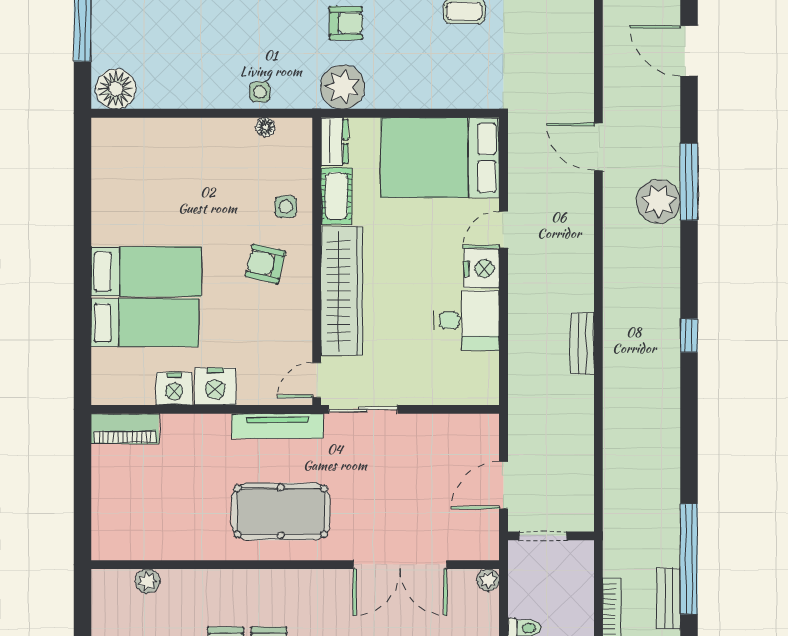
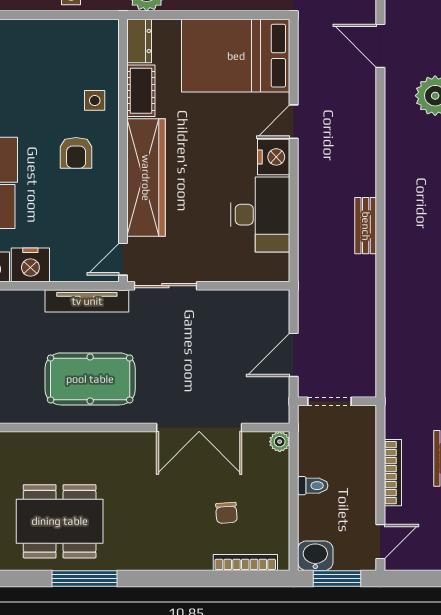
floor lamp: (265, 127) -> (76, 28), removed
armchair: (265, 264) -> (76, 153), turned -103
desk: (467, 320) -> (260, 215), width x1.37

